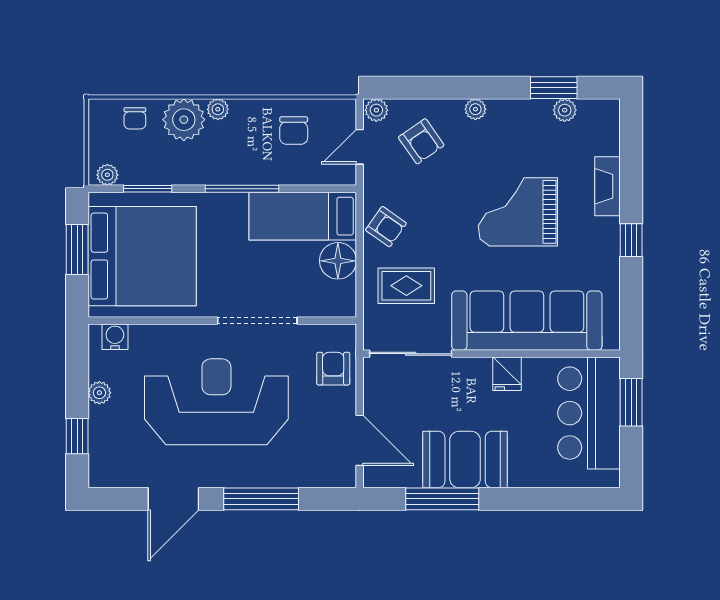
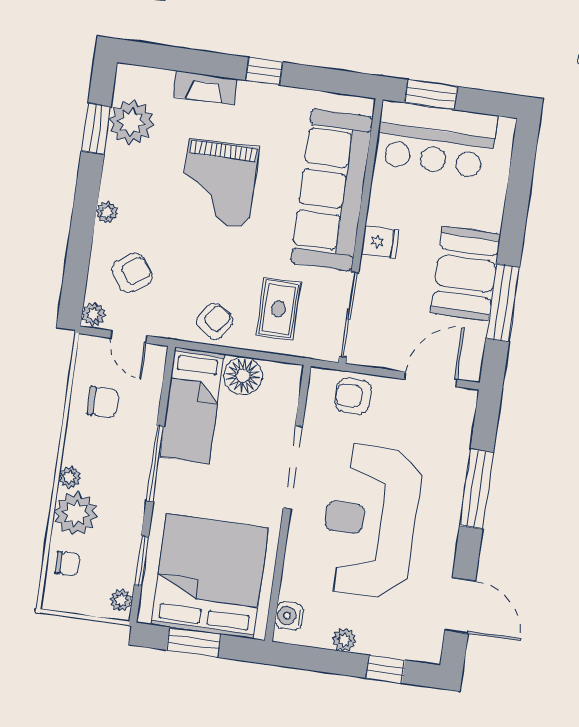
plant: (565, 110) -> (131, 122), width x1.88, depth x1.88
fridge: (507, 374) -> (380, 242), moved
door: (173, 499) -> (460, 606), moved

